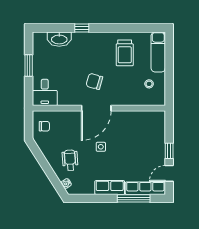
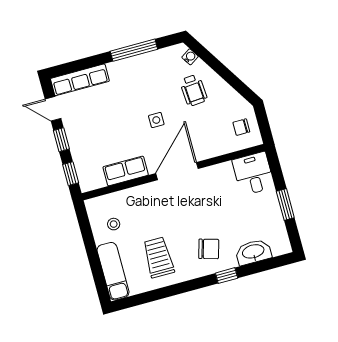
chair: (94, 81) -> (209, 249), moved
window: (169, 126) -> (71, 174), added
door: (169, 173) -> (53, 109), swing flipped
row of seats: (110, 188) -> (126, 171), moved, turned 180
window: (134, 198) -> (134, 50), moved

